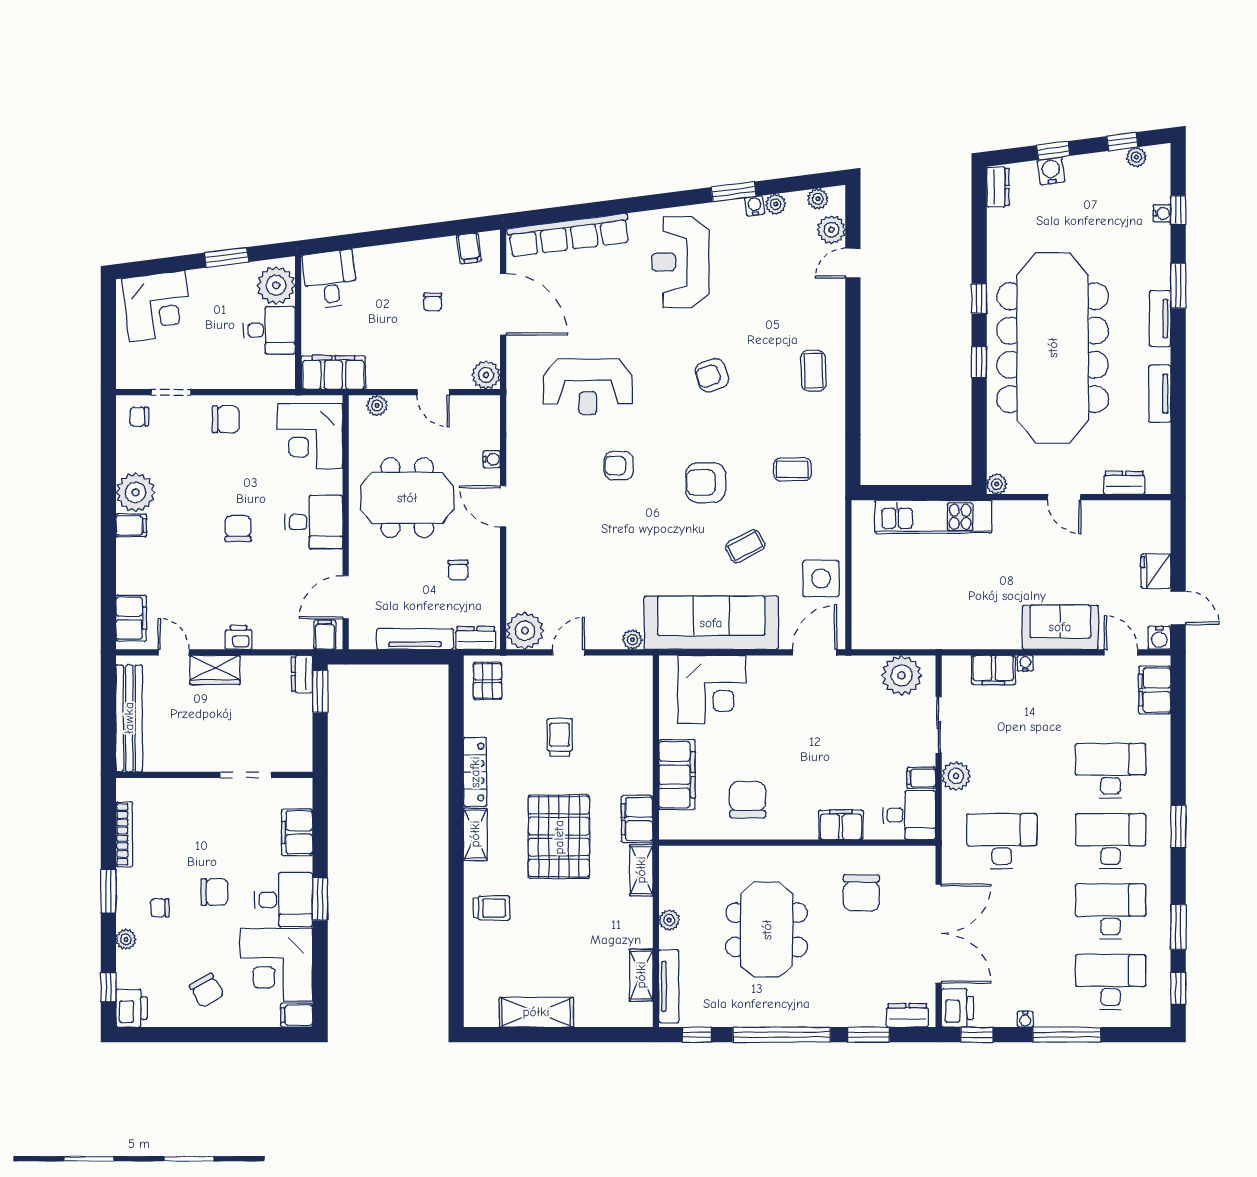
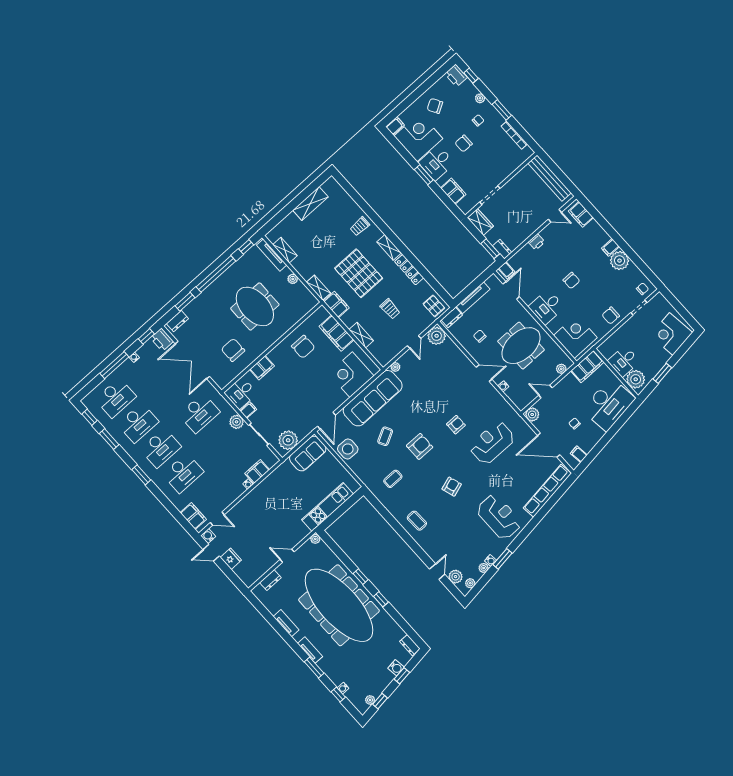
desk: (330, 279) -> (608, 404), width x1.87, depth x1.30
sofa: (1060, 627) -> (308, 454), moved
wardrobe: (215, 670) -> (480, 222), moved, turned 90
shelving: (641, 737) -> (361, 335), added

